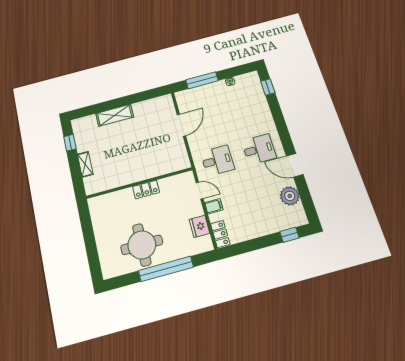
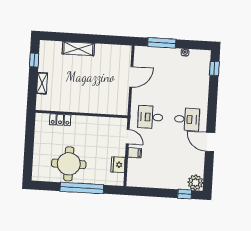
desk: (217, 161) -> (150, 117), turned 180
locker: (146, 189) -> (60, 120), moved
plant: (290, 196) -> (195, 183), moved
locker: (220, 234) -> (132, 176), removed

